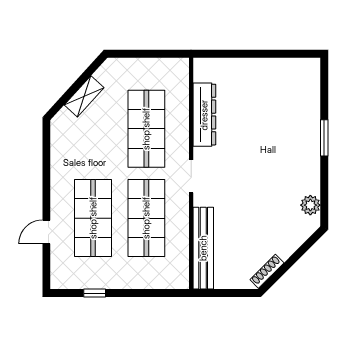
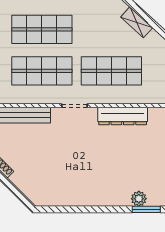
window: (324, 138) -> (146, 209), moved
plant: (310, 205) -> (139, 199), moved

